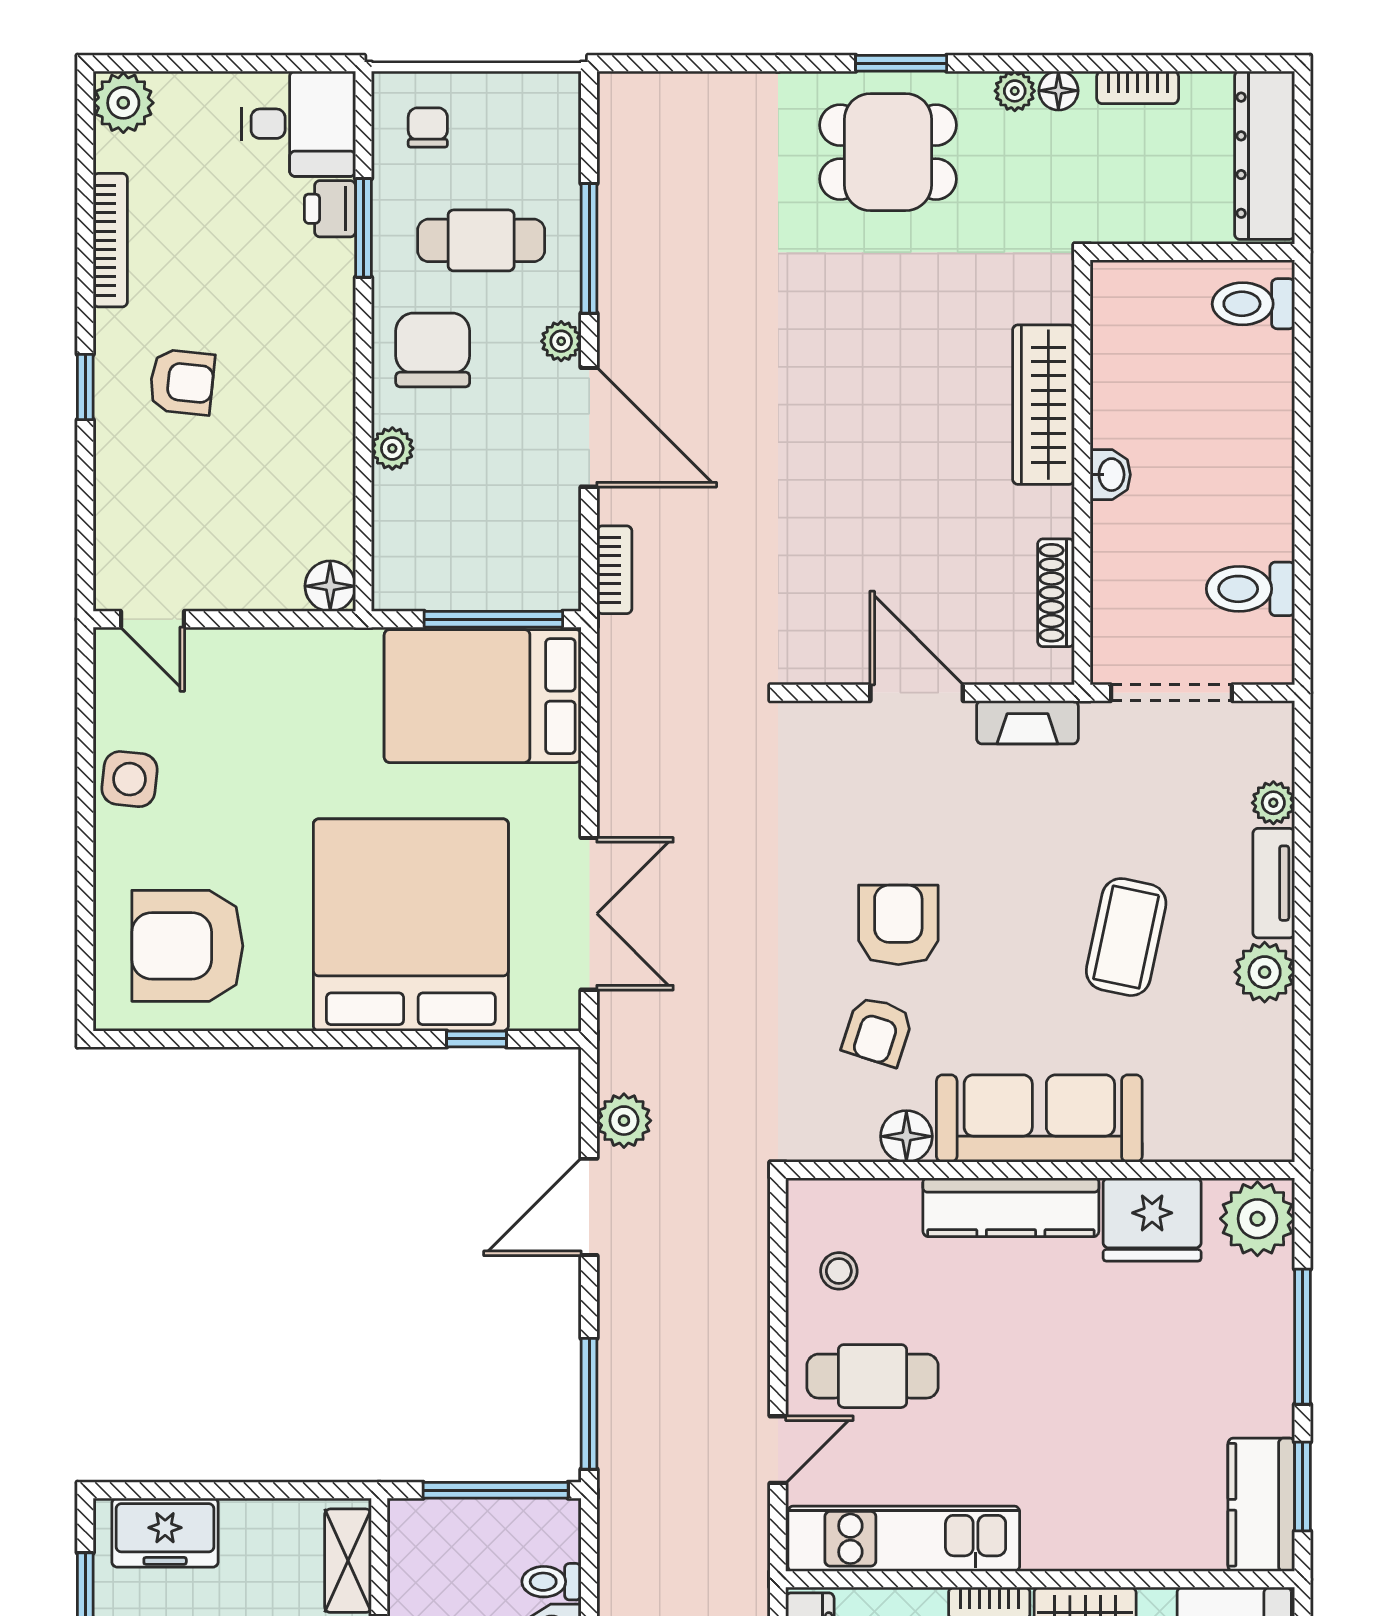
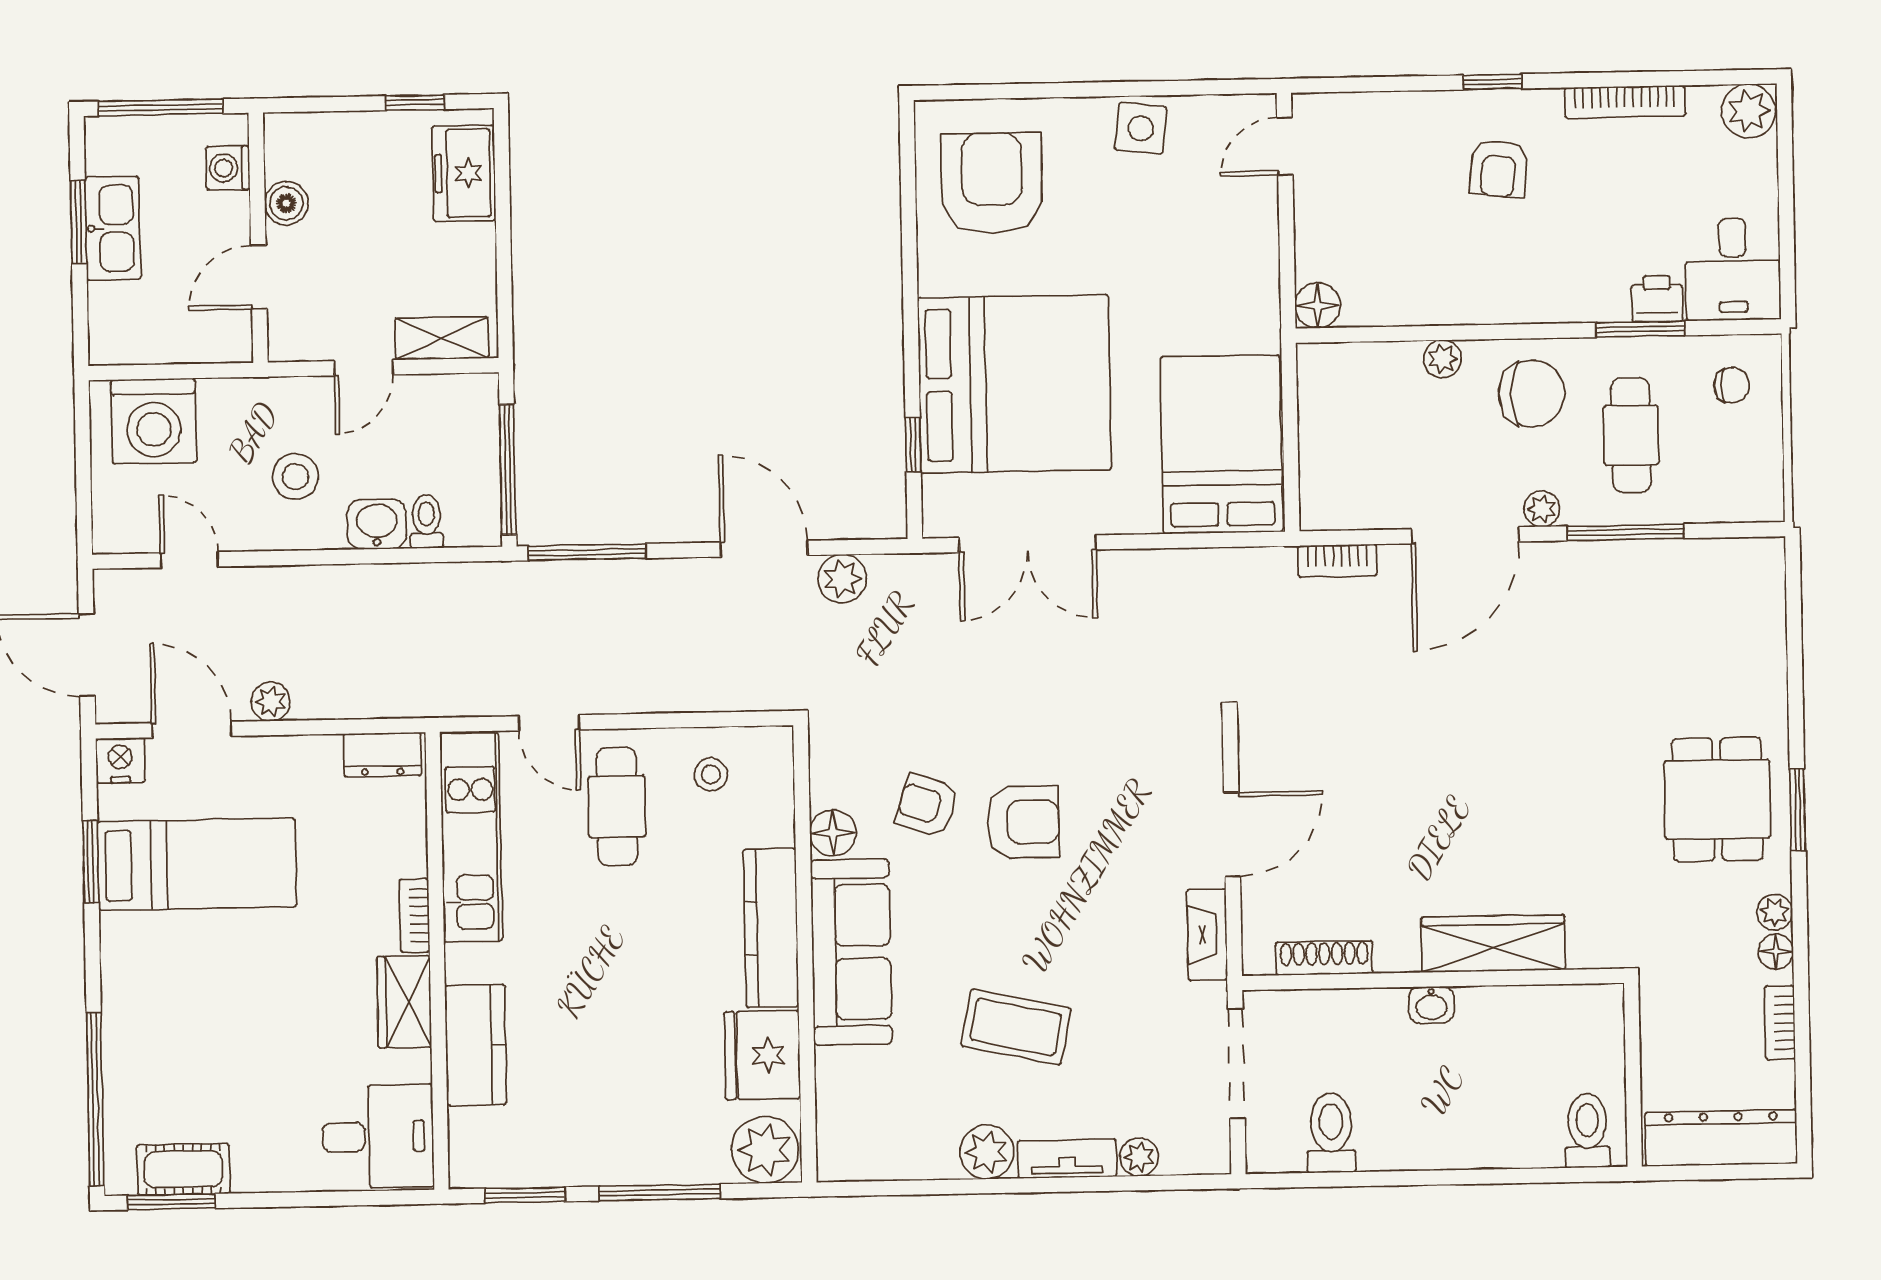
window: (493, 619) -> (1291, 453), removed
kitchen counter: (1261, 1505) -> (476, 1045), moved, turned 90

